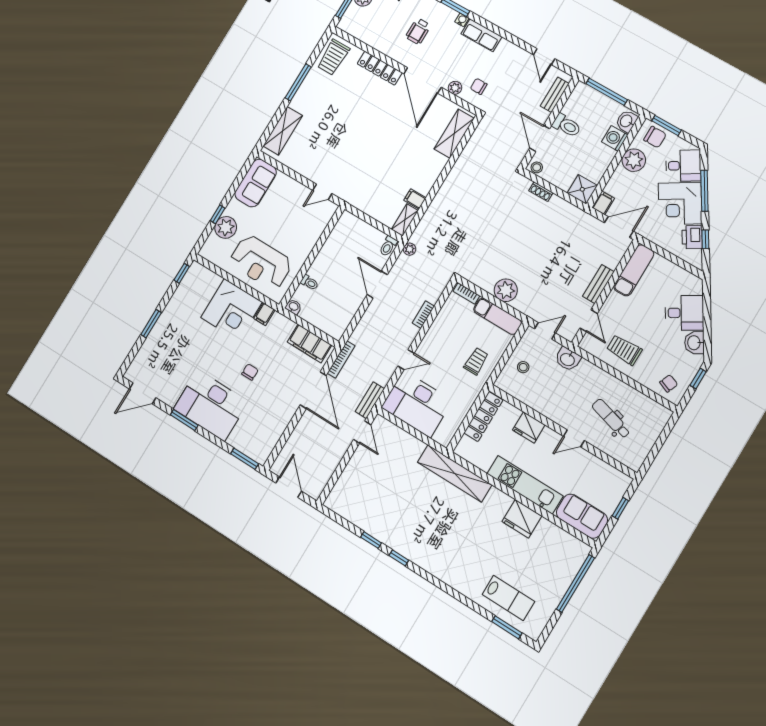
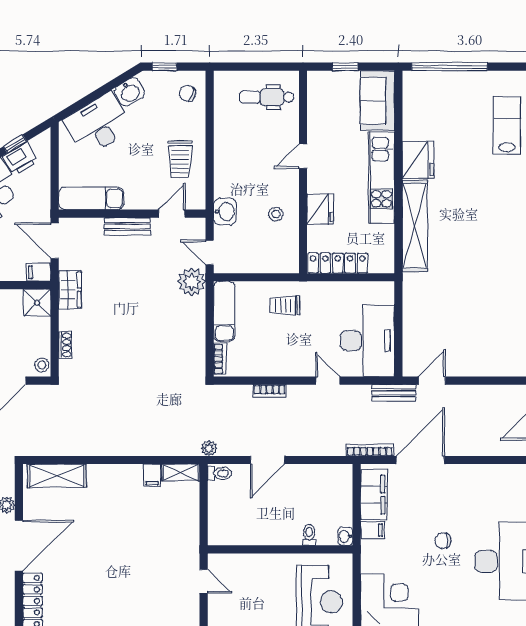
wardrobe: (578, 217) -> (70, 290), added
plant: (506, 290) -> (192, 282), moved
desk: (684, 313) -> (98, 124), width x1.37
filing cabinet: (264, 314) -> (372, 530), moved
stool: (523, 367) -> (276, 214), moved
dental chair: (611, 419) -> (267, 97), moved, turned 74
door: (574, 438) -> (303, 156), swing flipped
shelving: (455, 473) -> (415, 226), moved

